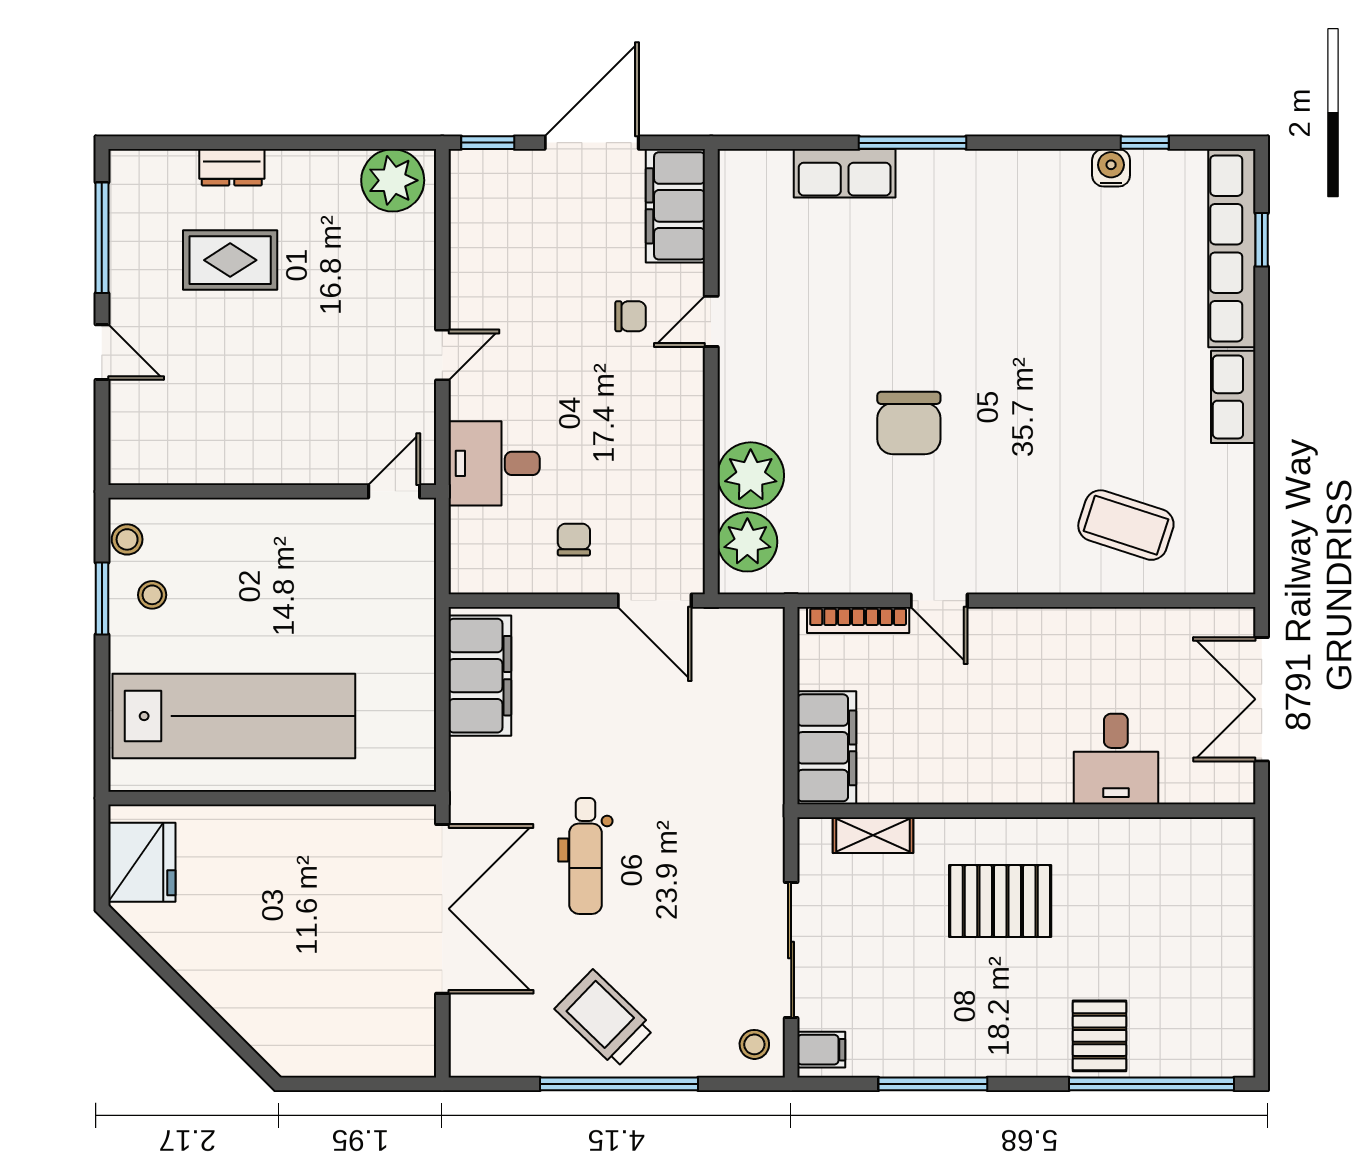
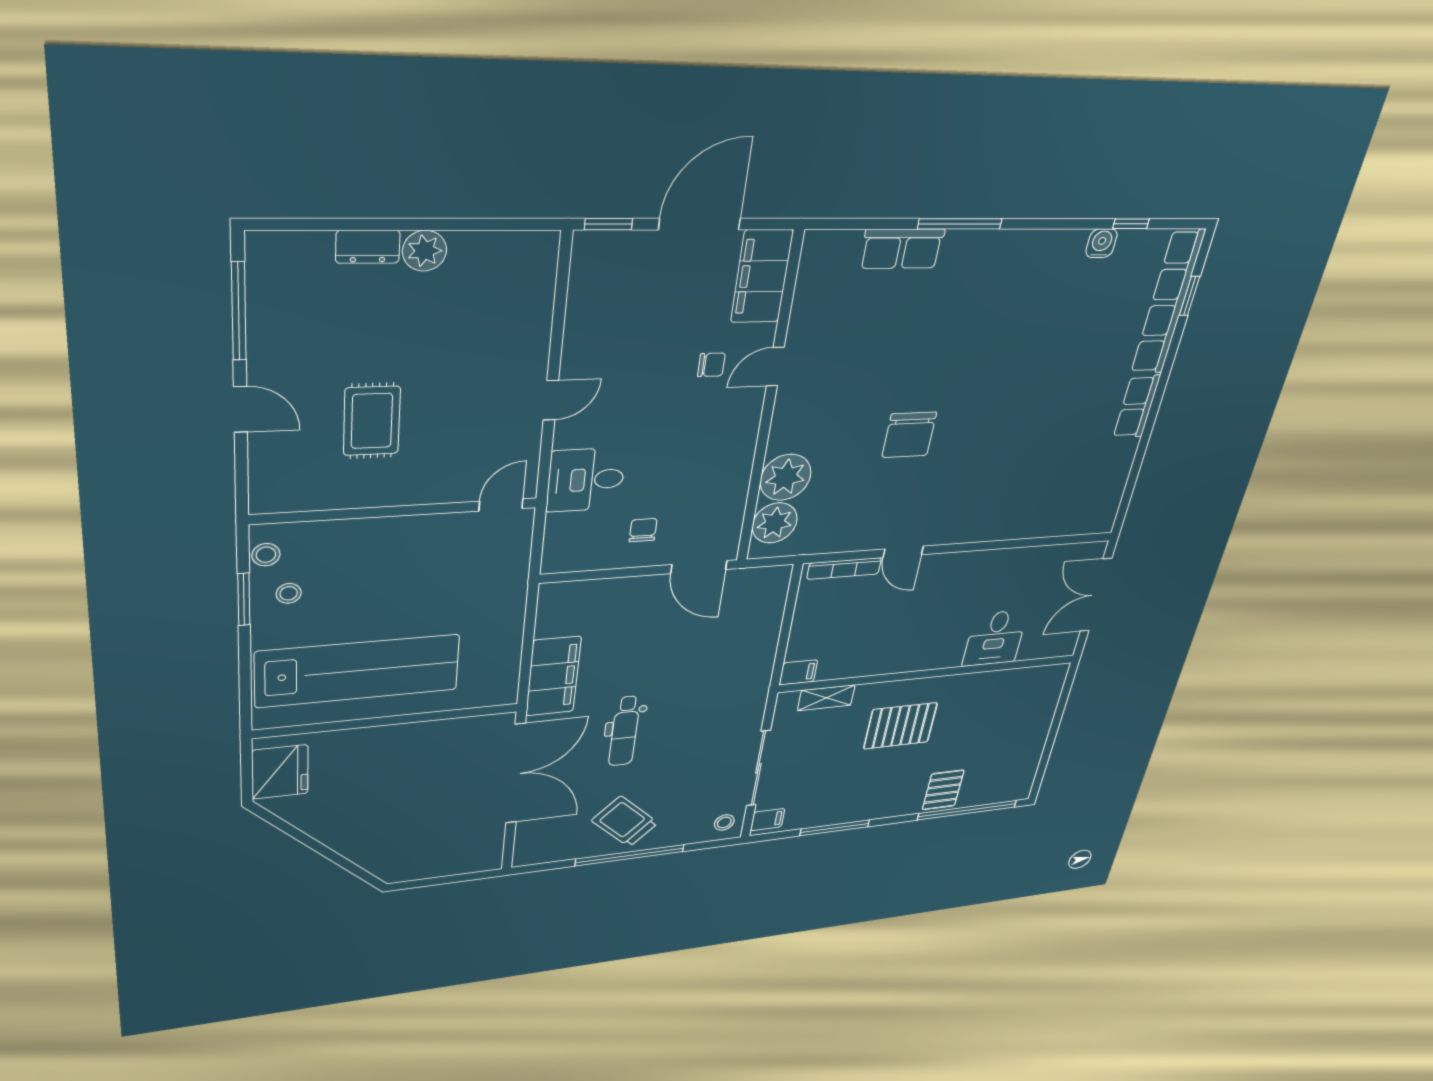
plant: (393, 180) -> (425, 251), moved, width x0.73, depth x0.73
rug: (230, 260) -> (372, 421), moved, turned 90
coffee table: (1126, 525) -> (1041, 495), removed
filing cabinet: (480, 676) -> (553, 676), moved
filing cabinet: (827, 748) -> (798, 672), width x0.33, depth x0.86

